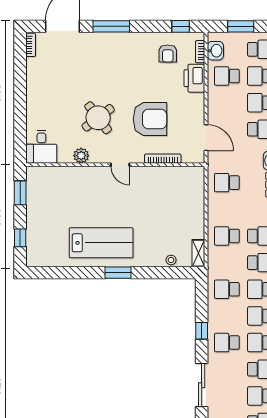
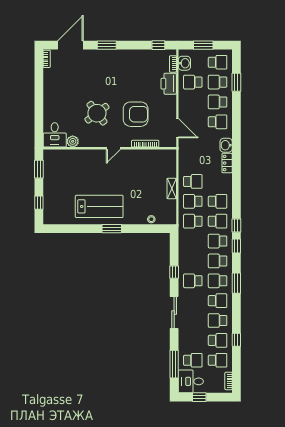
window: (111, 26) -> (107, 45), width x0.69
armchair: (168, 53) -> (149, 65), removed
plant: (81, 156) -> (73, 141), moved
door: (120, 165) -> (113, 148), hinge flipped
school desk: (227, 183) -> (193, 181), moved, turned 180
shelving: (198, 253) -> (172, 189), moved
school desk: (227, 289) -> (193, 221), moved

